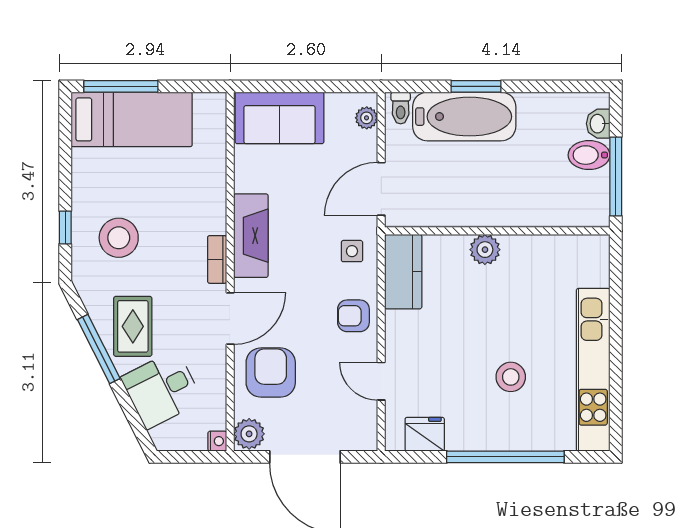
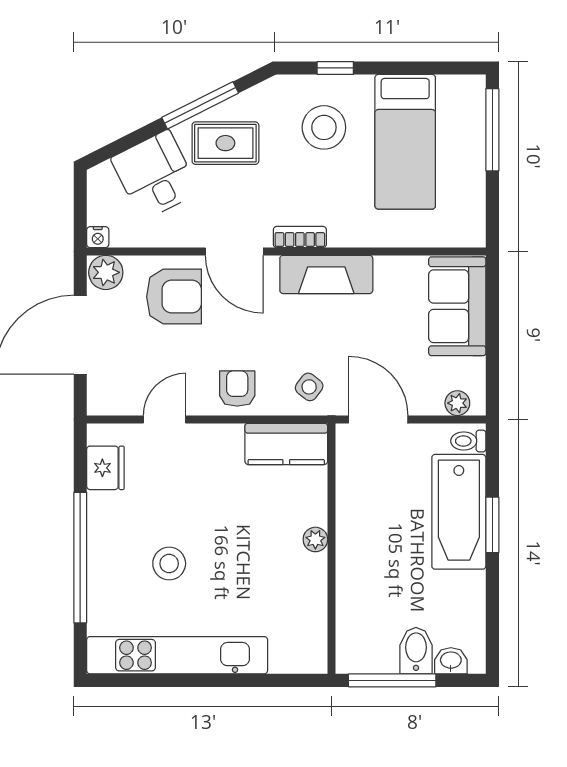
bed: (132, 119) -> (405, 142), moved
plant: (485, 250) -> (315, 539), width x0.73, depth x0.73
side table: (352, 251) -> (309, 387), turned 38

